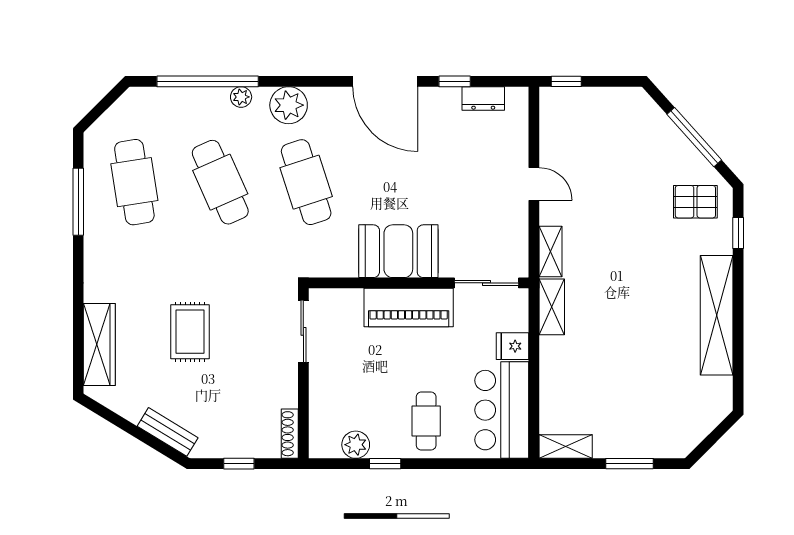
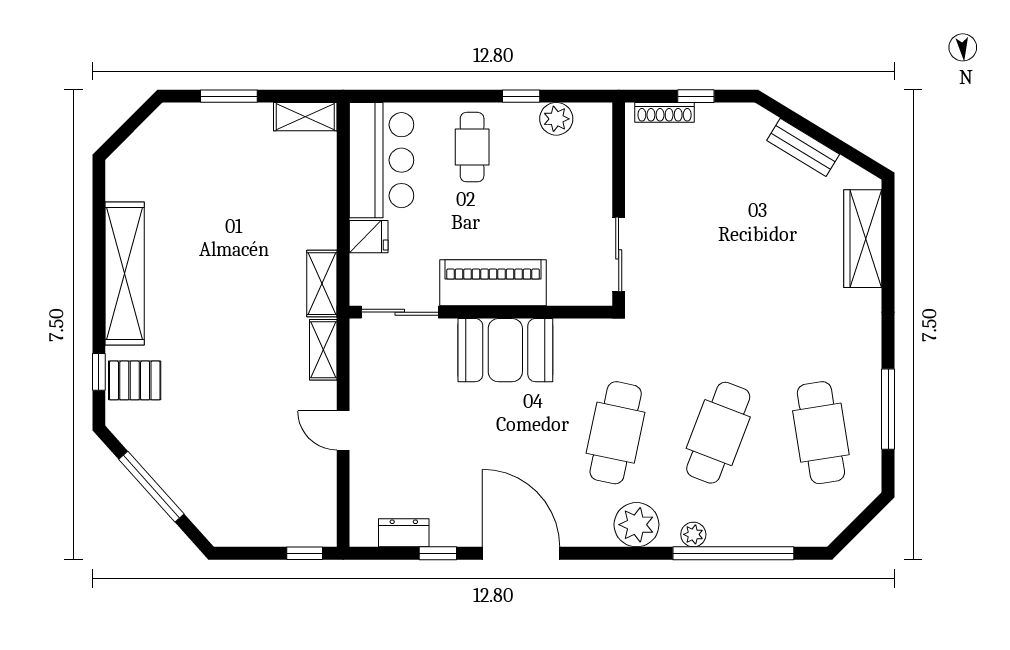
cafe table: (220, 182) -> (718, 433), turned 45
cafe table: (306, 182) -> (616, 433), turned 30
pallet: (695, 202) -> (135, 380), moved
rug: (190, 332) -> (754, 254), removed
bench: (168, 432) -> (803, 147), moved
shoe rack: (290, 434) -> (665, 112), moved, turned 90

